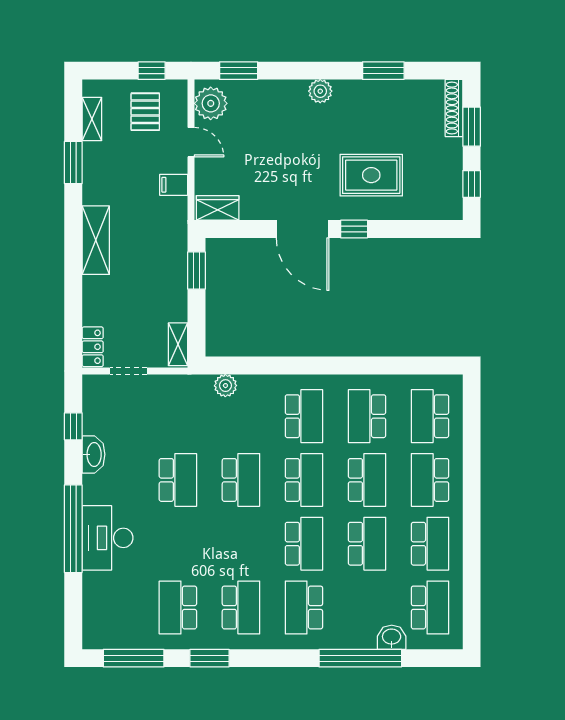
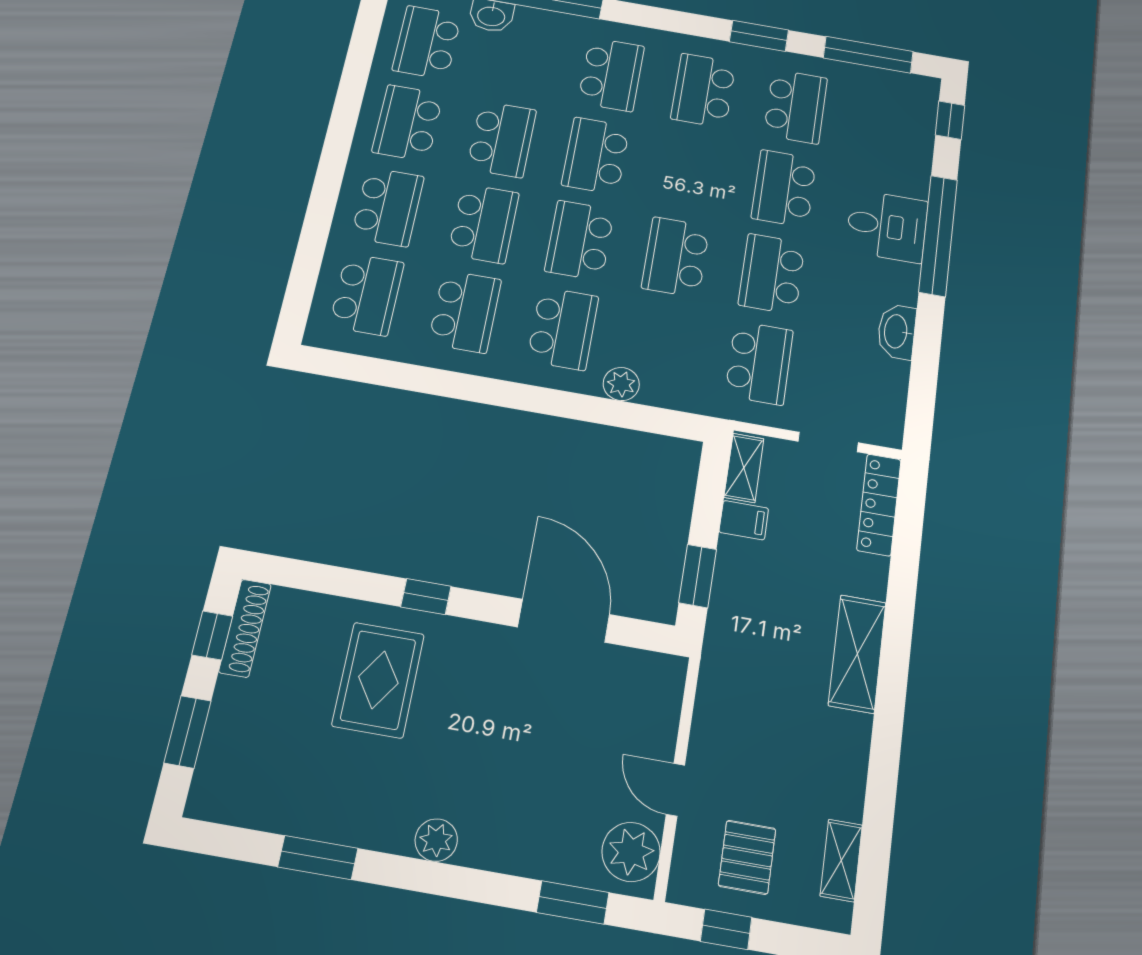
shoe rack: (454, 108) -> (245, 628), moved
window: (73, 163) -> (881, 790), removed
rug: (371, 175) -> (378, 680), turned 90
filing cabinet: (174, 185) -> (744, 520), moved
wardrobe: (218, 208) -> (647, 671), removed
door: (303, 229) -> (564, 621), moved
locker: (93, 347) -> (879, 505), width x1.53
plant: (225, 386) -> (621, 384), moved
school desk: (178, 416) -> (759, 363), added
school desk: (304, 416) -> (563, 329), turned 180
window: (73, 426) -> (950, 120), moved
school desk: (367, 480) -> (484, 224), turned 180
desk: (108, 538) -> (887, 226), width x0.73
school desk: (178, 544) -> (784, 188), added
school desk: (367, 544) -> (502, 139), turned 180

